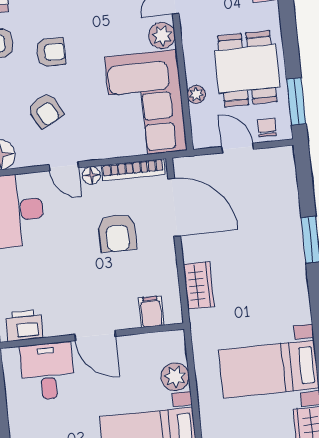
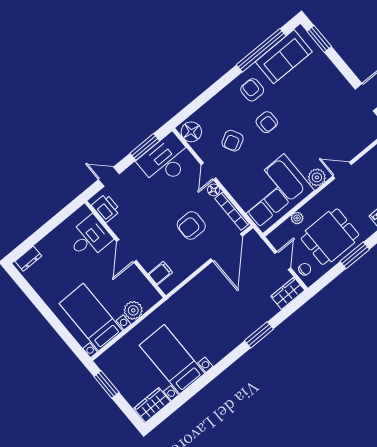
window: (296, 102) -> (355, 255), moved
wardrobe: (199, 285) -> (288, 293), moved, turned 180

